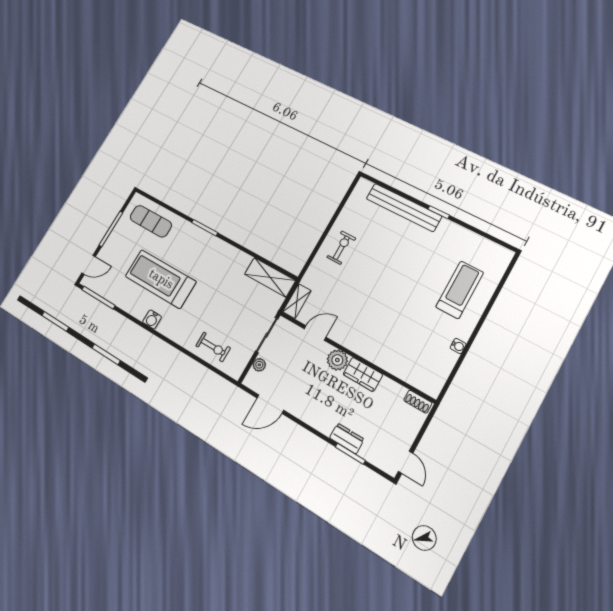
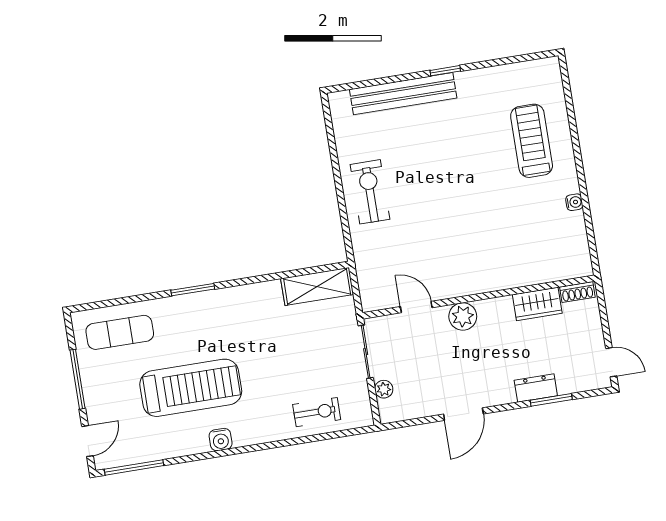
exercise bike: (341, 248) -> (370, 192), width x1.38, depth x1.39
treadmill: (161, 279) -> (191, 388), turned 180
shelving: (297, 301) -> (369, 289), removed
door: (315, 333) -> (416, 307), hinge flipped
wardrobe: (363, 374) -> (537, 304), moved
door: (270, 404) -> (463, 414), moved

